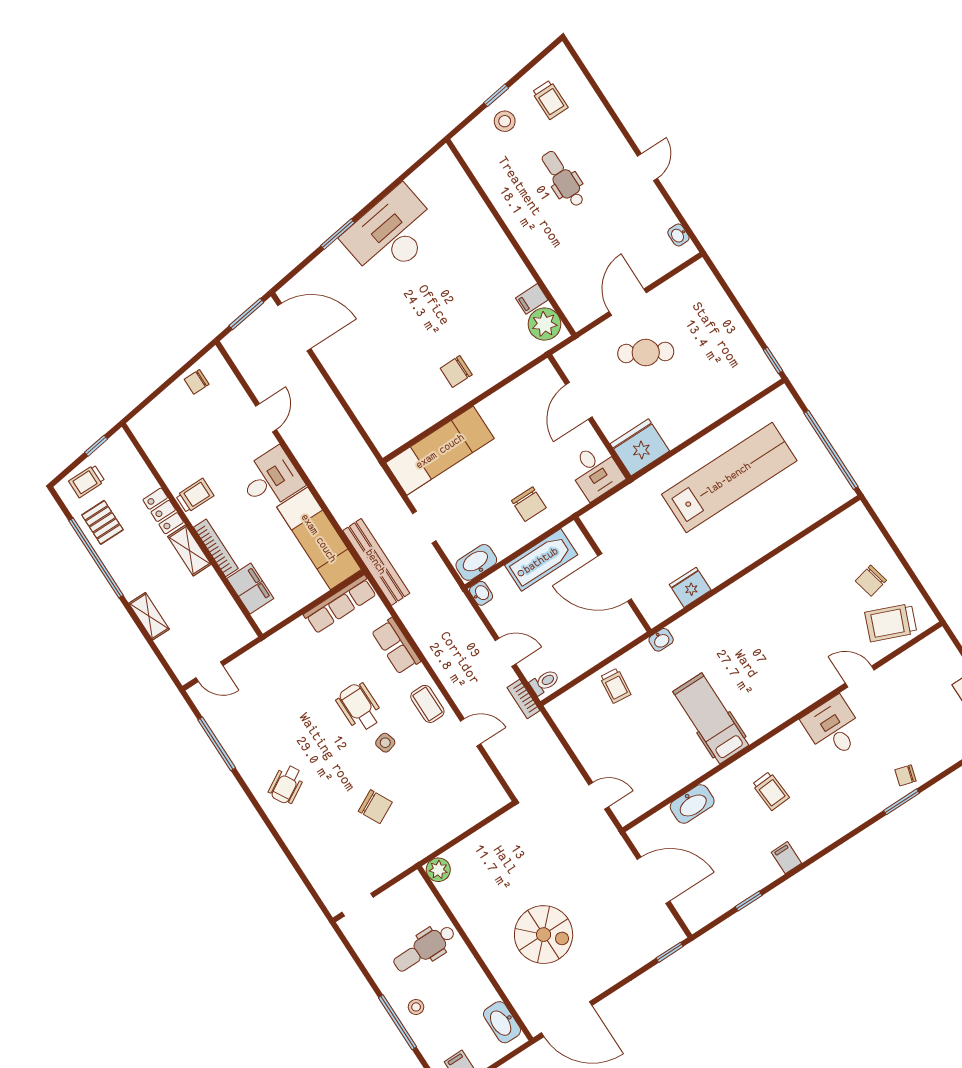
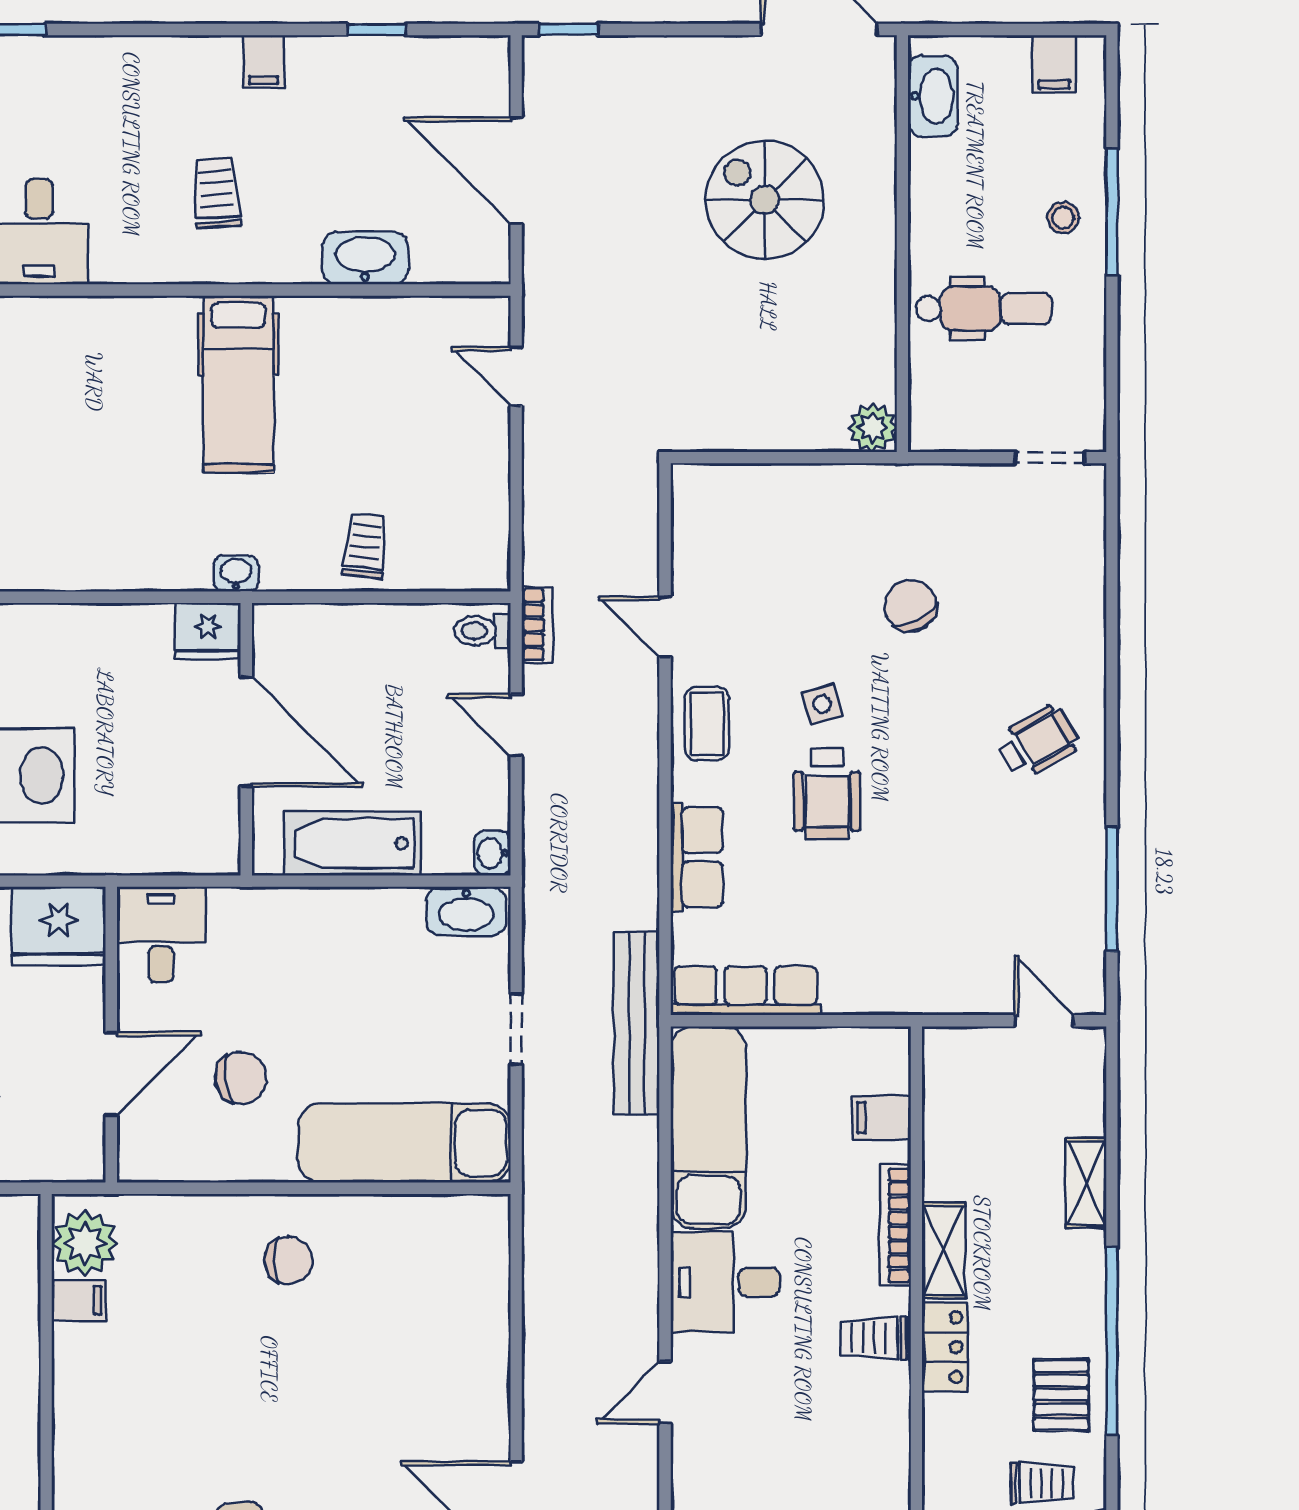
chair: (529, 504) -> (241, 1078), moved, turned 82
fridge: (690, 587) -> (208, 631), moved
filing cabinet: (250, 589) -> (882, 1118), width x0.50

